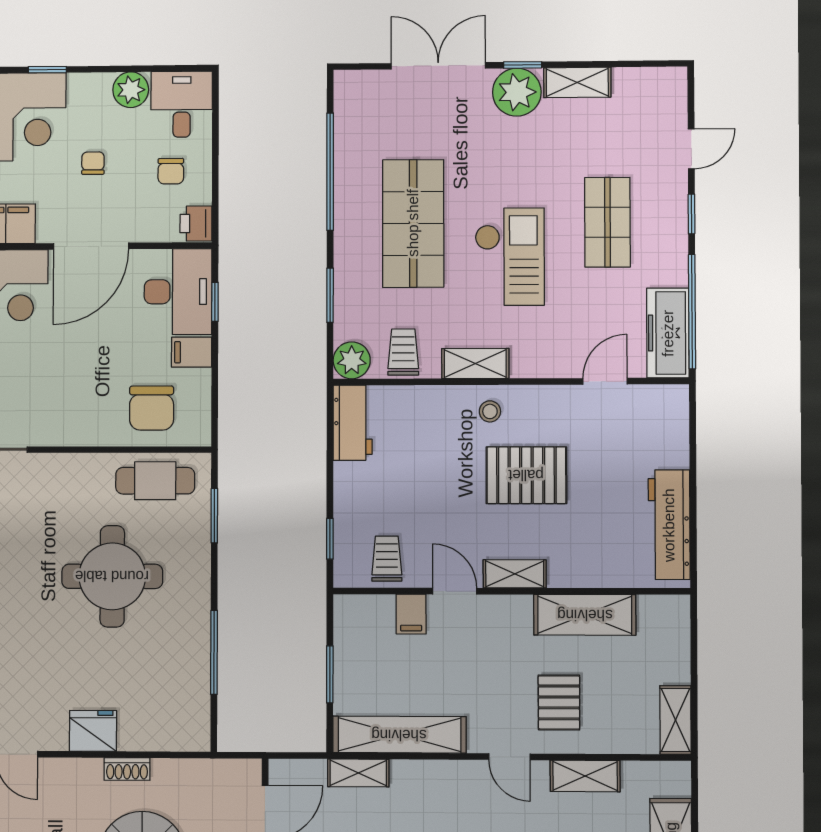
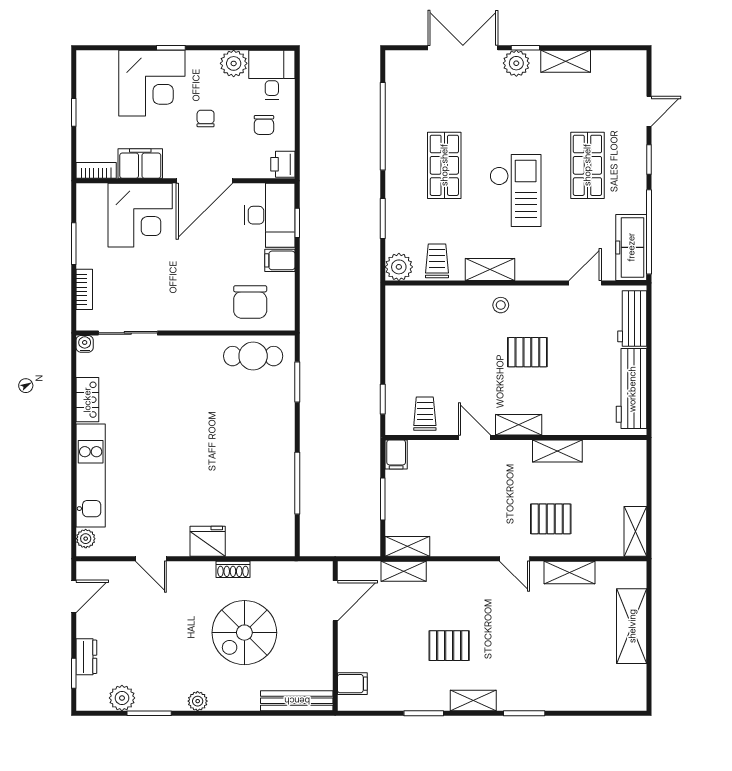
plant: (517, 92) -> (516, 63), width x0.73, depth x0.73
shop shelf: (413, 223) -> (444, 165), width x0.70, depth x0.74
workbench: (353, 423) -> (632, 319), moved, turned 180
pallet: (526, 475) -> (527, 352), width x0.67, depth x0.71
round table: (112, 576) -> (221, 427), removed
filing cabinet: (411, 614) -> (396, 455), moved
shelving: (585, 615) -> (557, 451), width x0.67, depth x0.75
pallet: (559, 702) -> (551, 519), turned 90
shelving: (399, 735) -> (407, 546), width x0.45, depth x0.75

